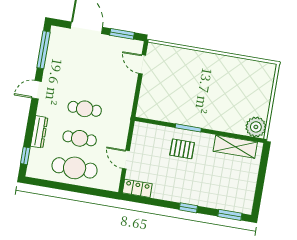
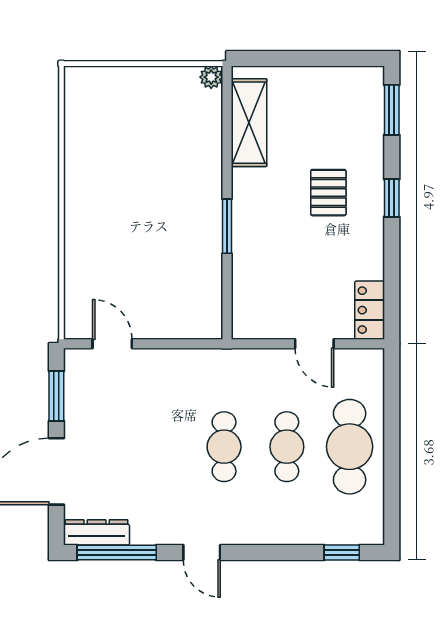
door: (142, 64) -> (112, 344), swing flipped
plant: (256, 127) -> (211, 77), width x0.53, depth x0.53
dresser: (39, 132) -> (97, 532), moved
pallet: (182, 149) -> (328, 193), moved
door: (126, 160) -> (314, 344), hinge flipped

